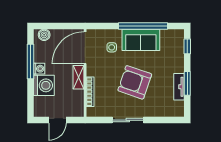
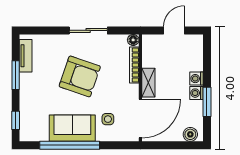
window: (30, 61) -> (207, 102), width x0.69
washing machine: (44, 85) -> (197, 79), width x0.53, depth x0.53
tv unit: (179, 87) -> (26, 56), moved
floor lamp: (91, 112) -> (133, 40), added

